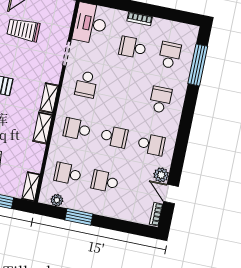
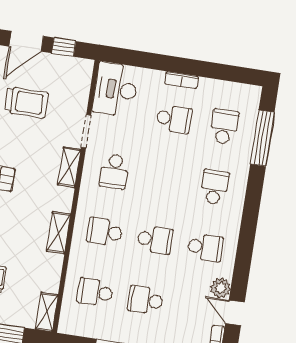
trolley: (23, 30) -> (26, 102), turned 180
school desk: (133, 47) -> (174, 119), turned 180
shelving: (49, 98) -> (69, 167), moved
plant: (57, 200) -> (82, 328), removed

